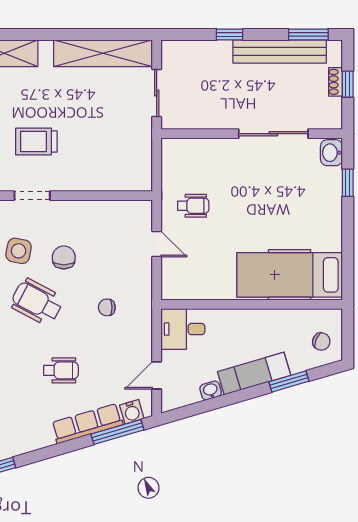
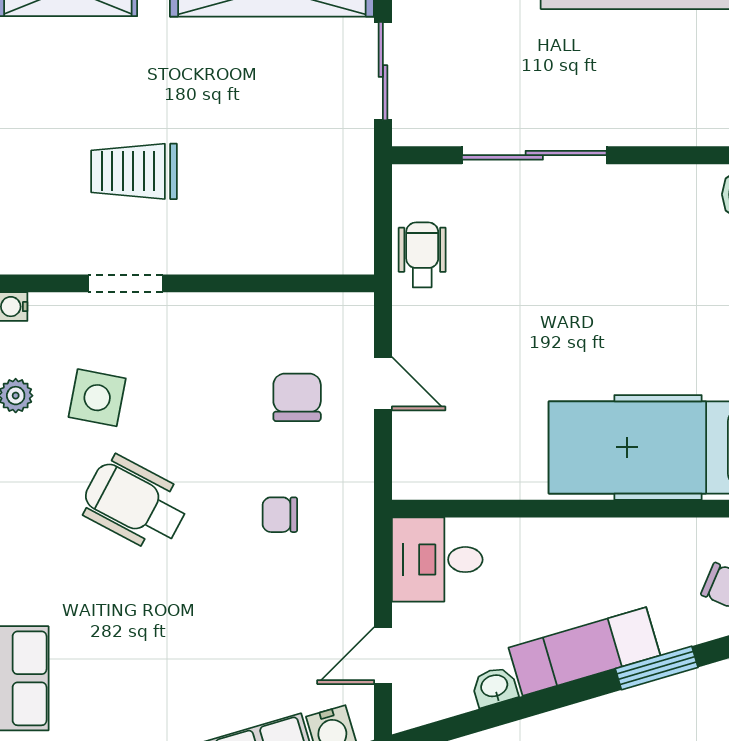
sliding door: (273, 134) -> (534, 155), moved
wheelchair: (193, 206) -> (422, 255), moved, turned -90
chair: (64, 257) -> (297, 397), moved
wheelchair: (61, 370) -> (185, 645), removed

